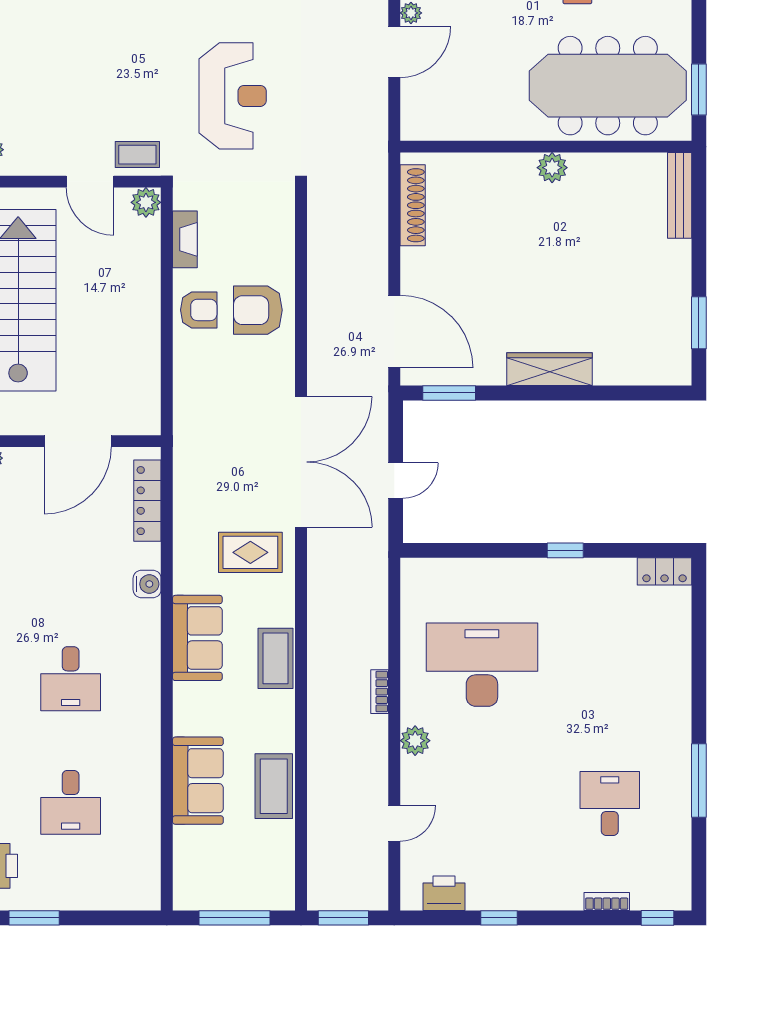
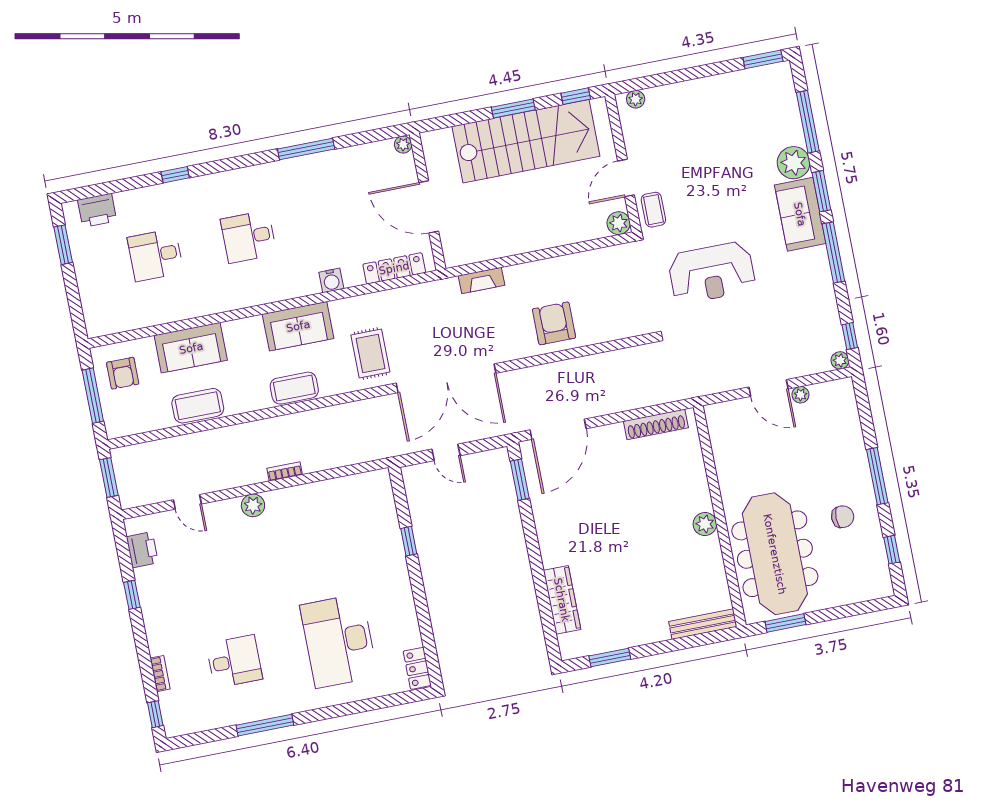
fireplace: (185, 239) -> (482, 280), moved
armchair: (199, 310) -> (123, 373), moved
wardrobe: (550, 369) -> (562, 600), moved
window: (565, 550) -> (409, 541), moved
desk: (482, 665) -> (339, 641), moved, turned 180

